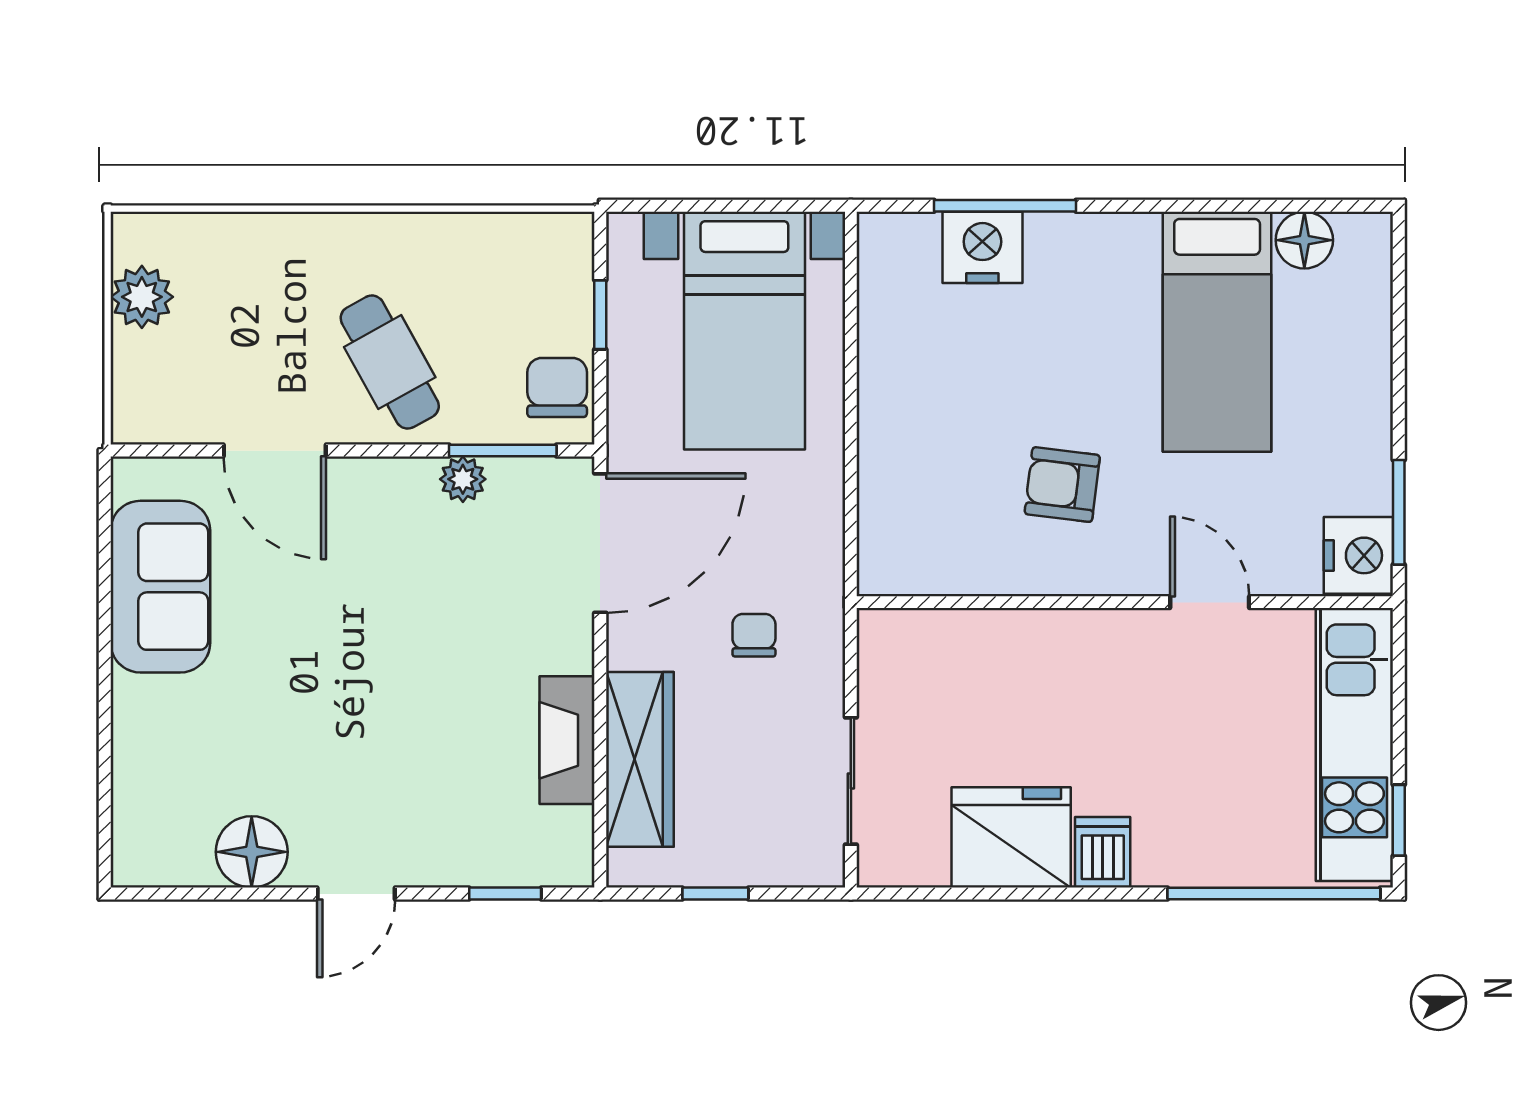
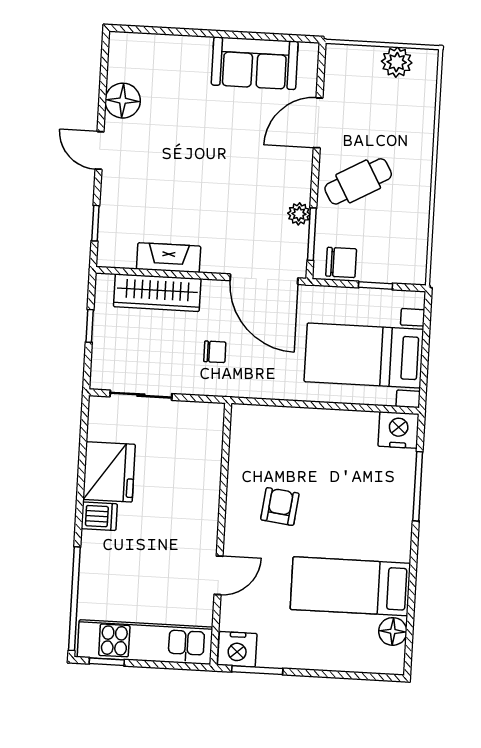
nightstand: (982, 247) -> (398, 430), moved, turned -90

